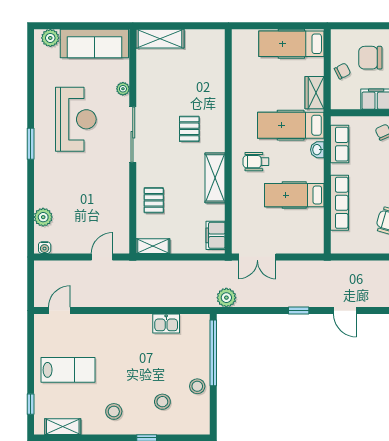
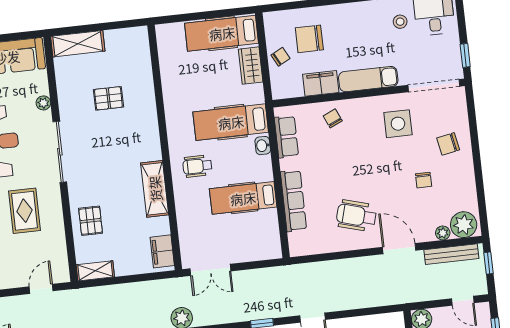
wardrobe: (314, 93) -> (251, 66), moved
pallet: (189, 129) -> (108, 98), moved, turned 90
rug: (95, 184) -> (25, 211), added

